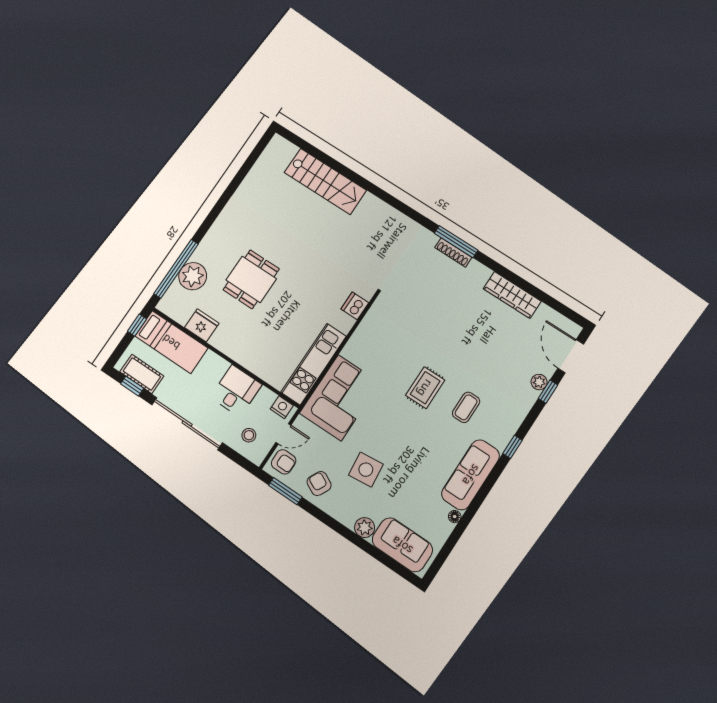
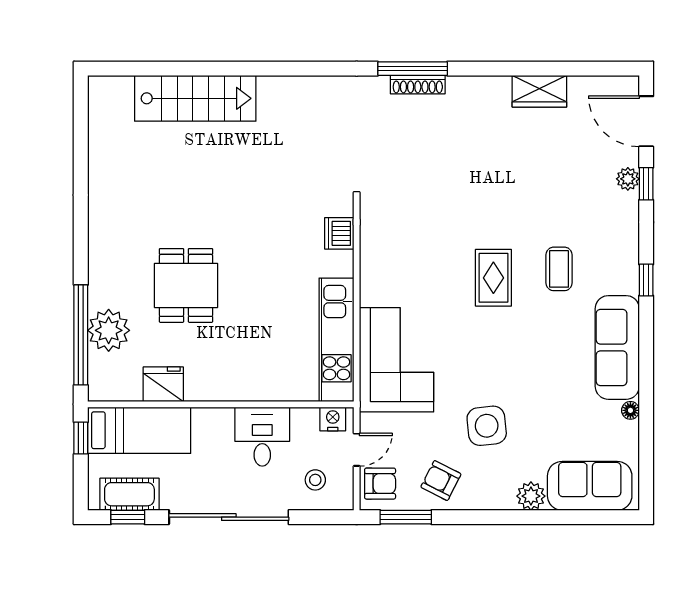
wardrobe: (512, 295) -> (539, 91), width x0.67

